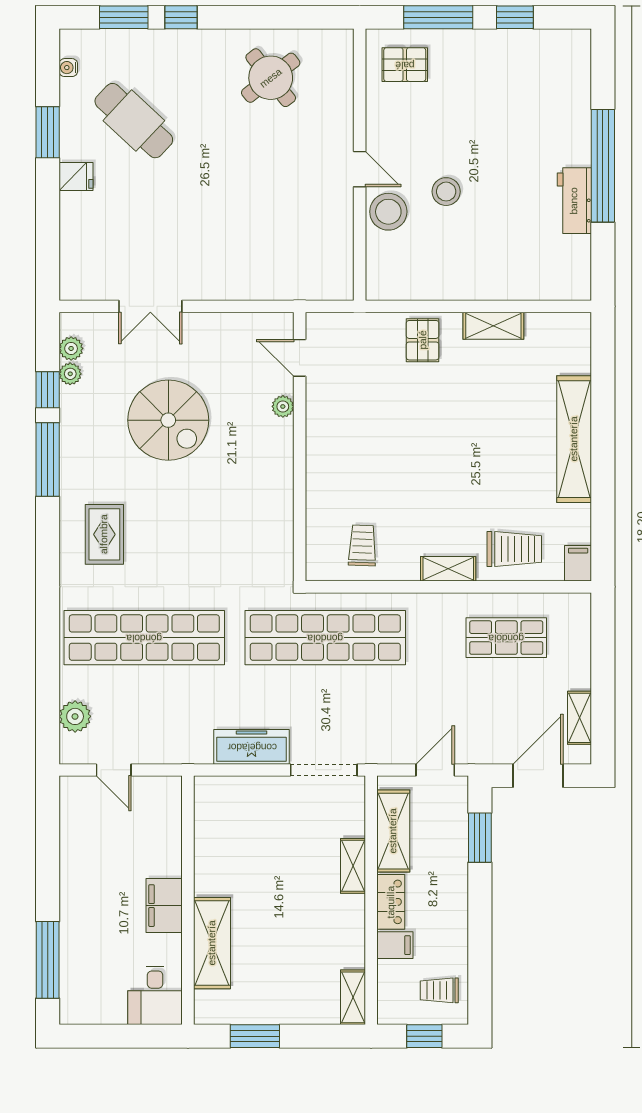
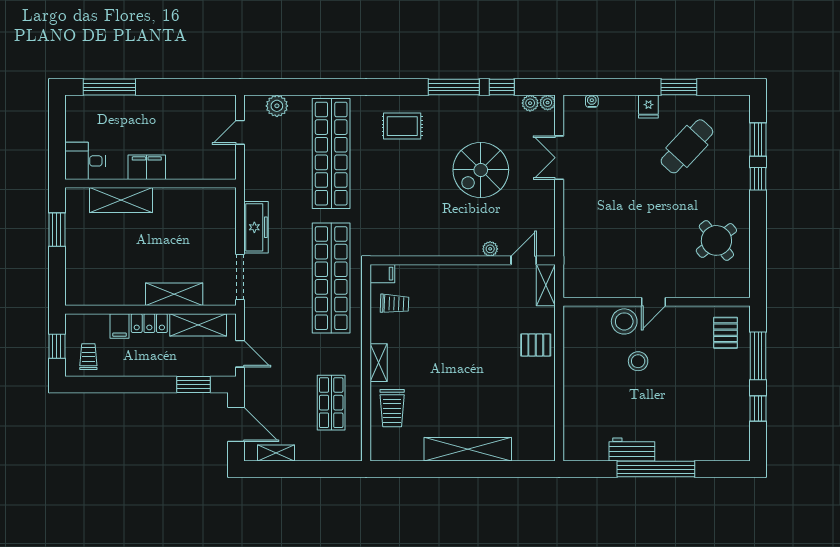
water cooler: (68, 68) -> (592, 101), moved
shelving: (493, 326) -> (546, 285), moved
plant: (70, 374) -> (548, 103), moved
filing cabinet: (578, 563) -> (382, 274), moved
shelving: (353, 866) -> (174, 294), width x1.50, depth x1.33
shelving: (353, 997) -> (84, 297), removed

